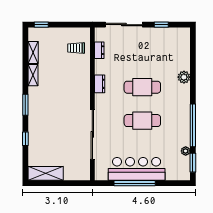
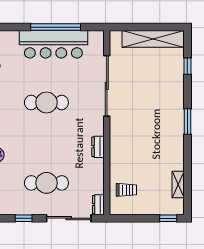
dresser: (99, 50) -> (98, 205), moved
shelving: (33, 75) -> (178, 157), removed
cafe table: (142, 87) -> (46, 183), moved
window: (25, 139) -> (187, 66), moved
shelving: (46, 173) -> (153, 39), width x1.47

